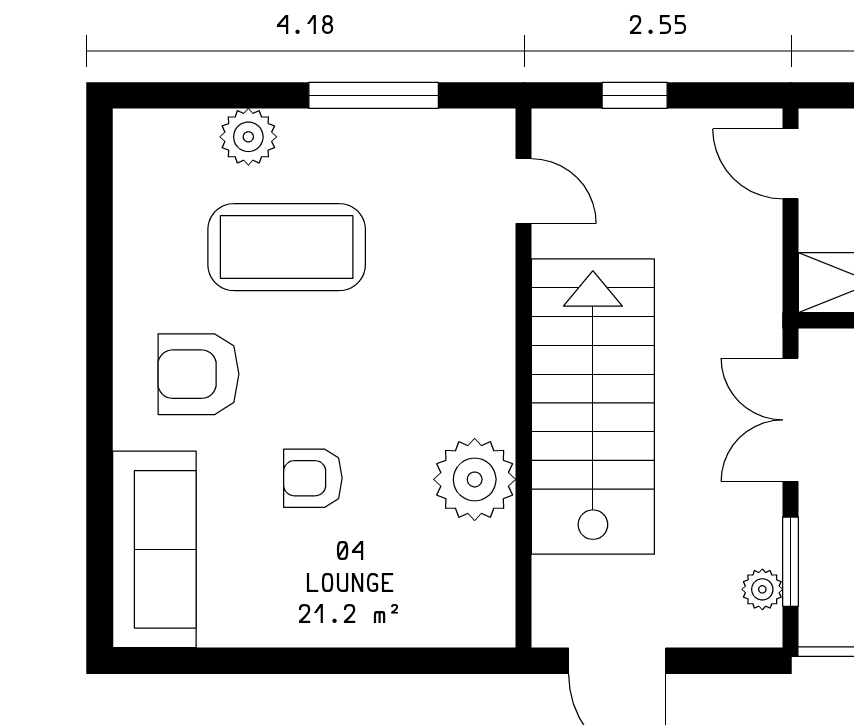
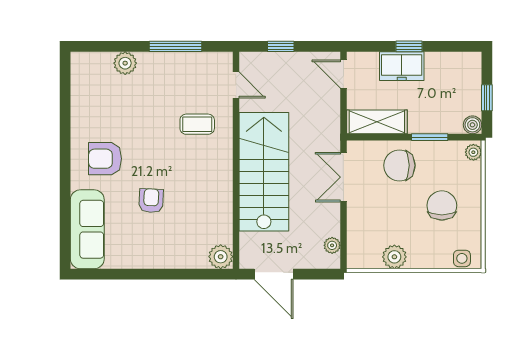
coffee table: (287, 247) -> (197, 124), moved, width x0.54, depth x0.58
armchair: (313, 478) -> (151, 201), turned 93
plant: (475, 479) -> (221, 257), moved, width x0.73, depth x0.73
window: (791, 562) -> (343, 234), removed

